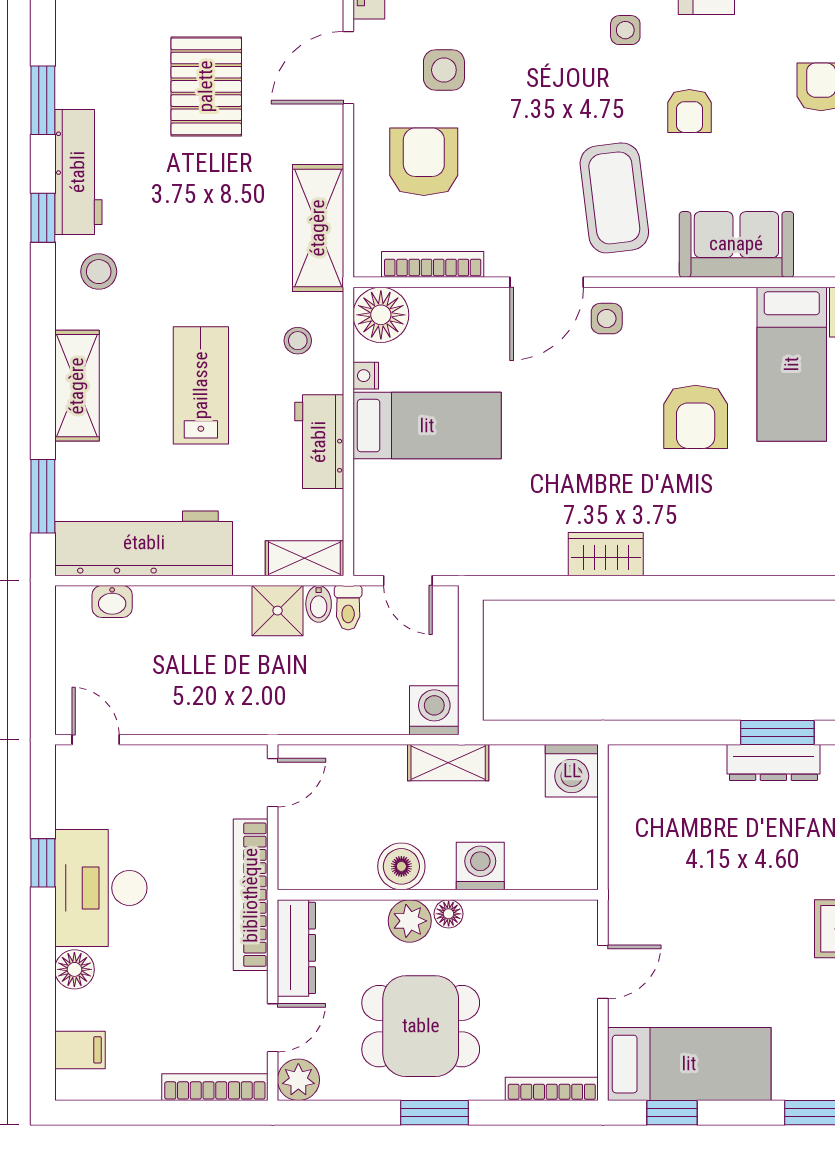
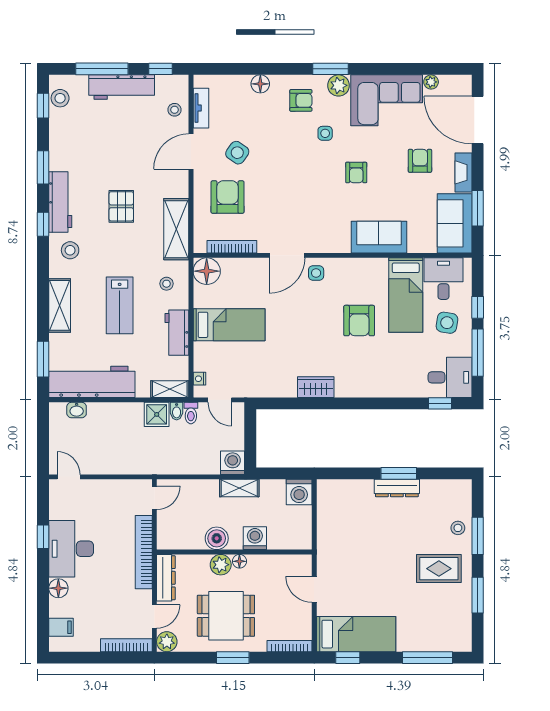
side table: (444, 70) -> (237, 153), turned 35
pallet: (206, 86) -> (121, 206), moved, width x0.67, depth x0.71
coffee table: (614, 198) -> (320, 215), removed
nightstand: (366, 376) -> (199, 379), moved
lab bench: (201, 385) -> (120, 305), turned 180
door: (603, 972) -> (314, 589), swing flipped

